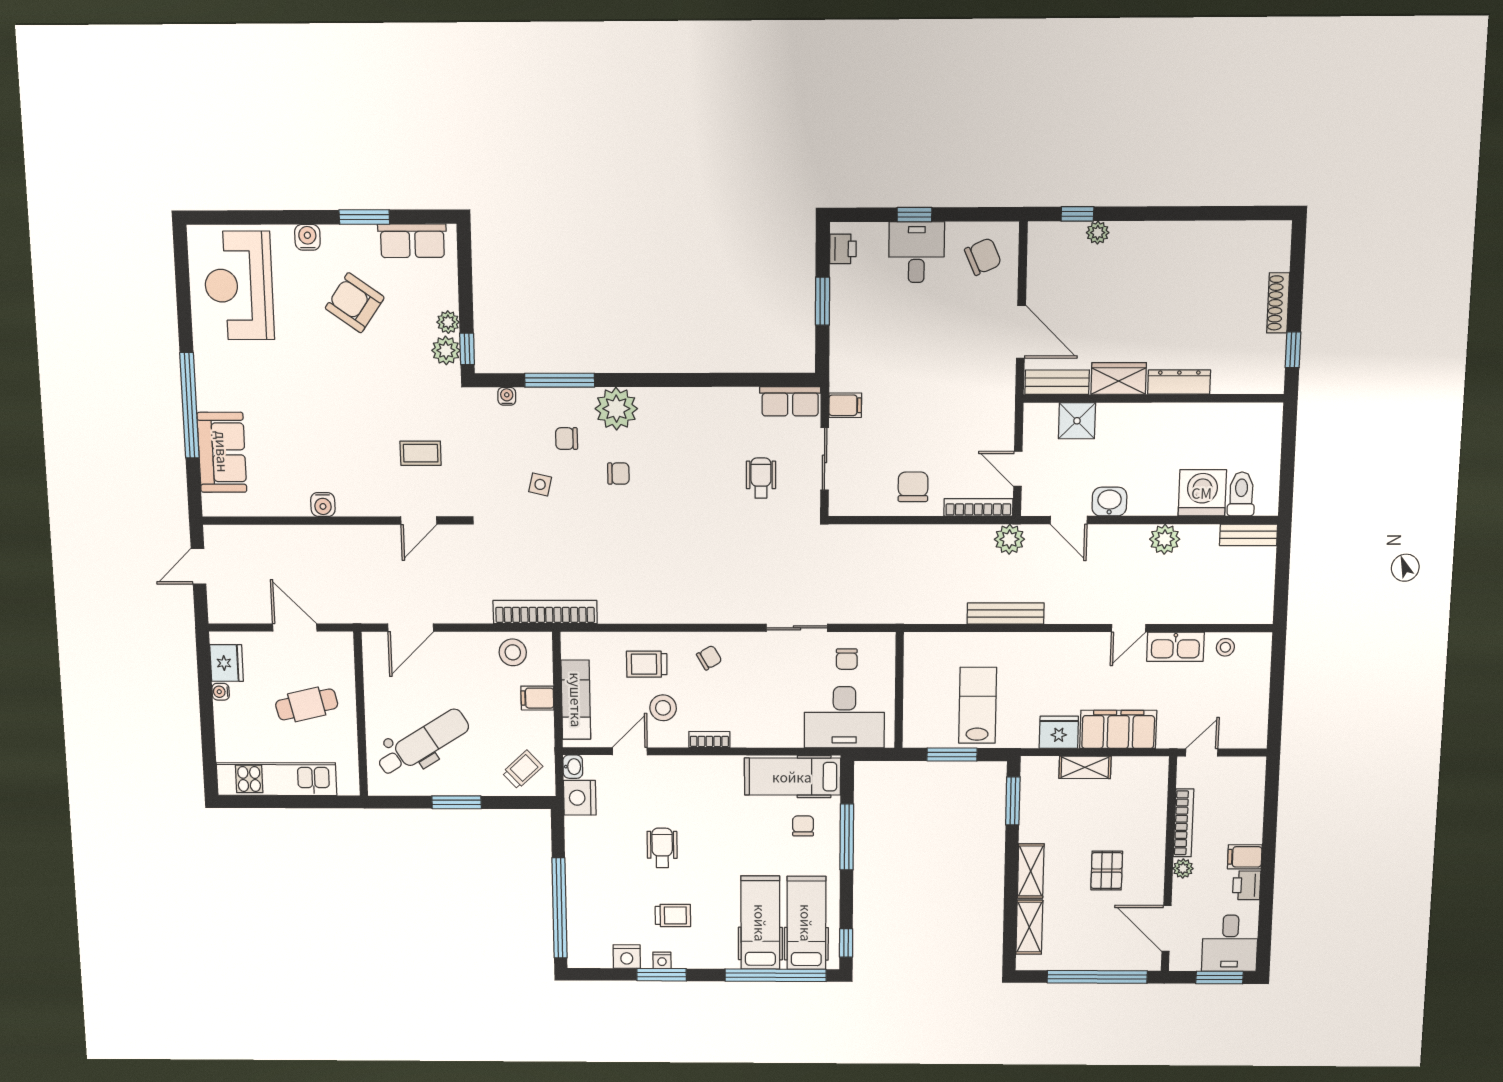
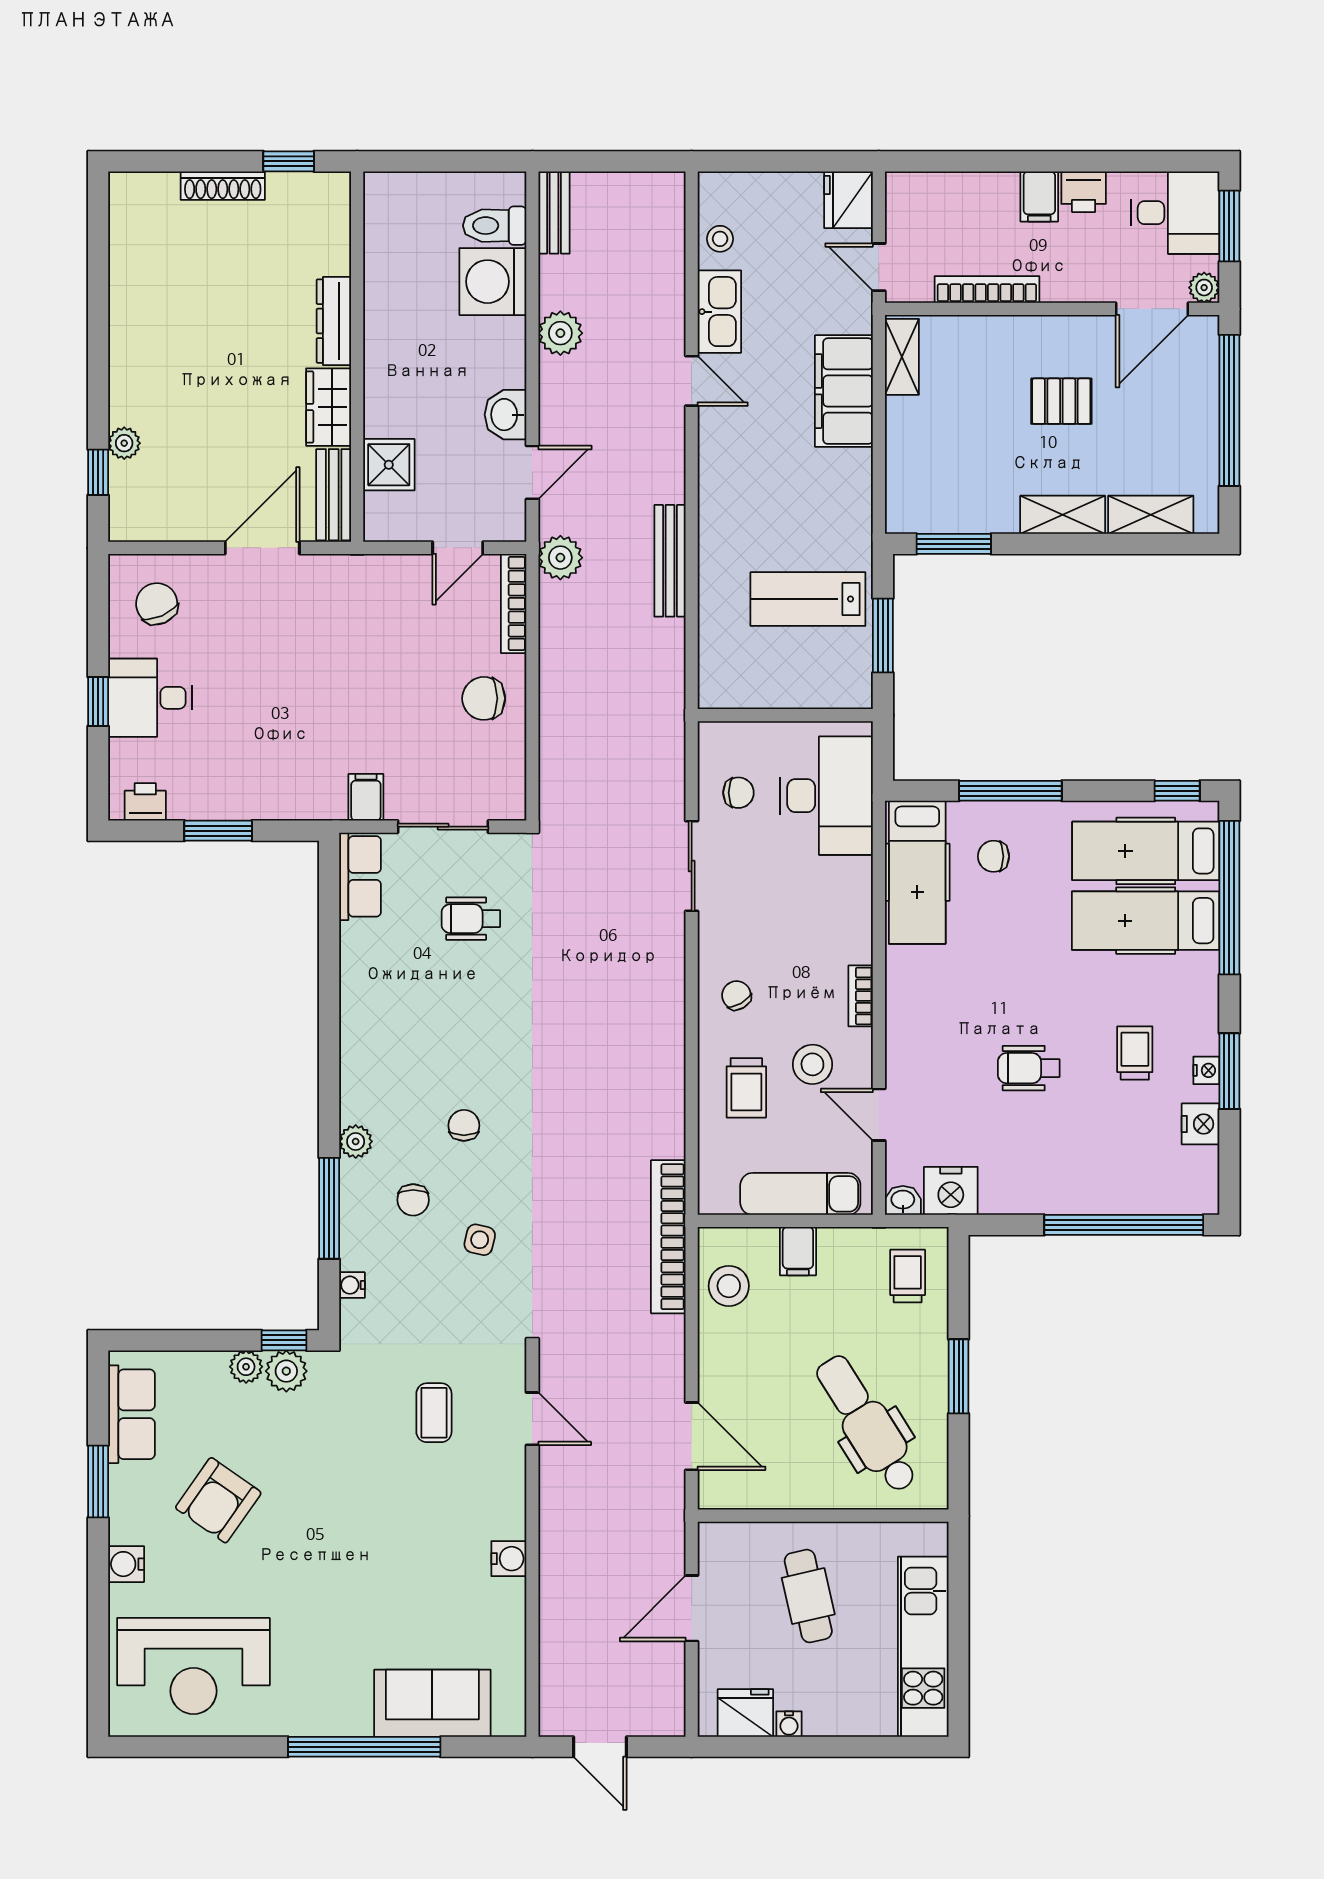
plant: (616, 409) -> (356, 1141), width x0.53, depth x0.53
fridge: (1059, 732) -> (848, 200), moved
shelving: (1085, 767) -> (902, 357), moved
trolley: (522, 770) -> (908, 1276), turned 43
plant: (1183, 868) -> (1204, 288), moved

